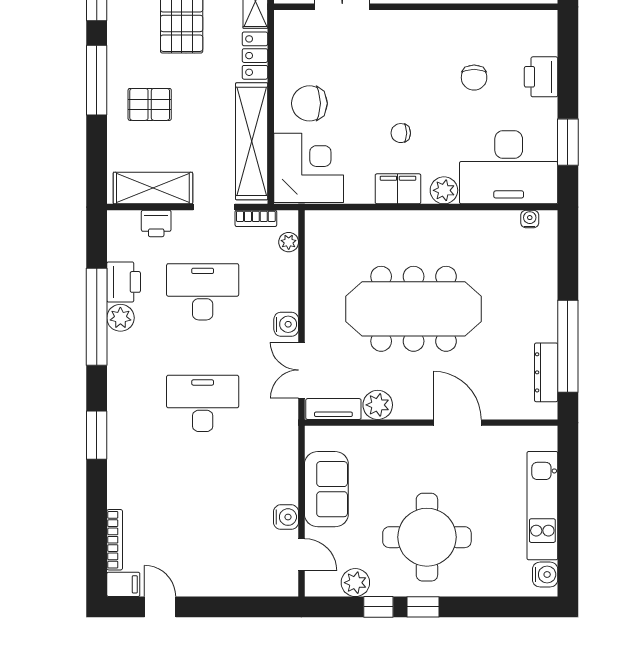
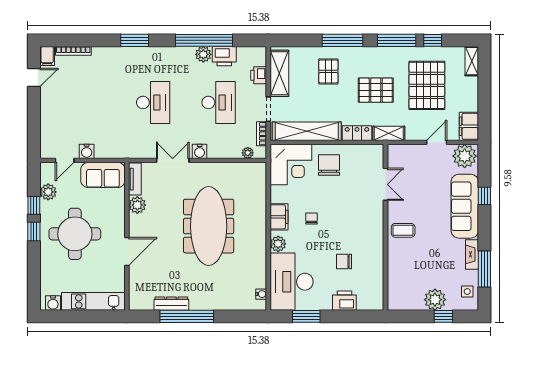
plant: (378, 405) -> (137, 205), moved
tv unit: (333, 409) -> (135, 179), moved
wall: (431, 423) -> (127, 236), moved
door: (457, 423) -> (127, 252), moved

